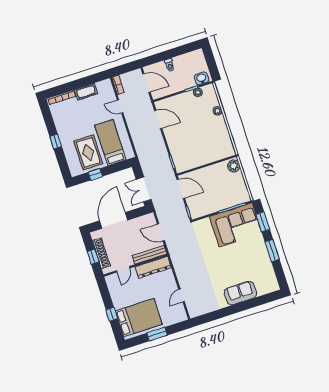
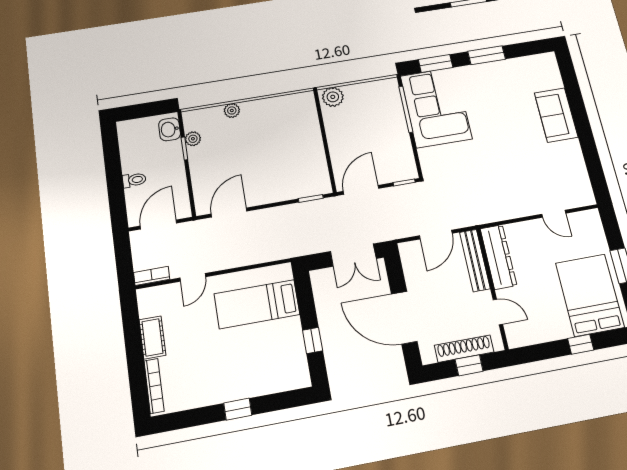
rug: (88, 152) -> (269, 348), removed

